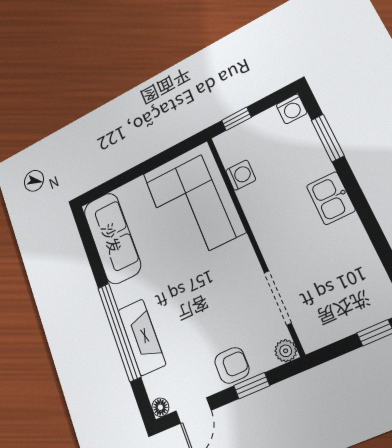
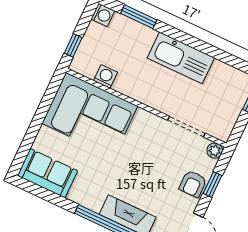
kitchen sink: (331, 198) -> (181, 58), width x1.88, depth x1.24
sofa: (112, 238) -> (47, 173), width x0.73
armchair: (232, 365) -> (193, 184), turned 180

